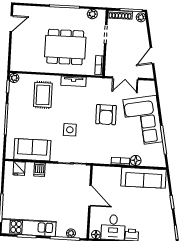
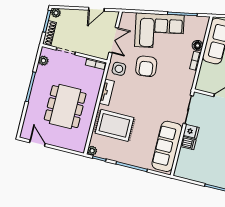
dining table: (65, 47) -> (65, 107), moved
door: (152, 56) -> (96, 9), hinge flipped
rug: (43, 95) -> (114, 125), width x1.36, depth x1.43
armchair: (106, 115) -> (146, 66), turned 83
side table: (70, 130) -> (119, 69), moved
sofa: (32, 150) -> (167, 146), width x1.36
fridge: (19, 168) -> (191, 131), moved

